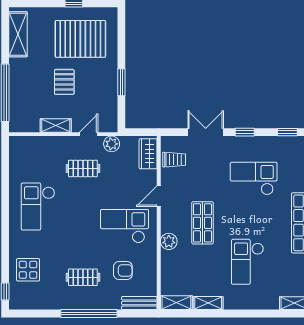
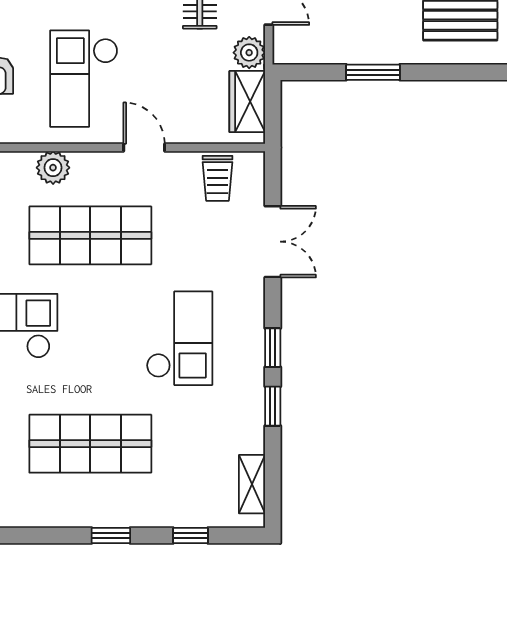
window: (245, 132) -> (273, 348), moved
wardrobe: (148, 154) -> (247, 102), moved, turned -90
shop shelf: (202, 223) -> (90, 235), width x1.43, depth x1.36
checkout: (125, 226) -> (84, 79), turned 180

